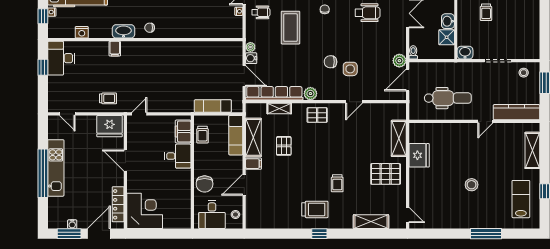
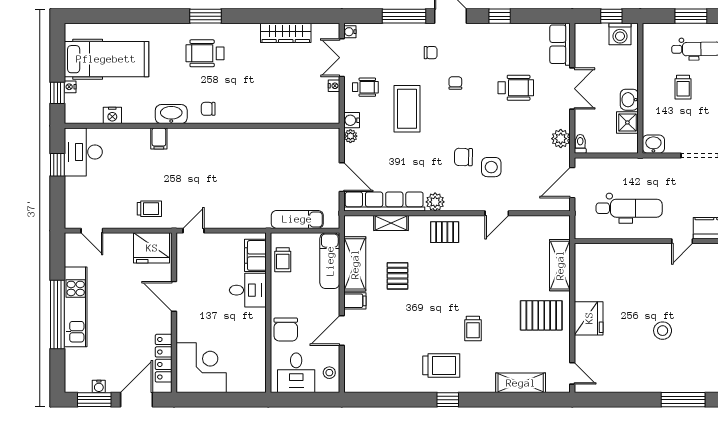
water cooler: (251, 58) -> (352, 120), moved
plant: (399, 61) -> (561, 139), moved
fridge: (419, 155) -> (589, 318), moved

